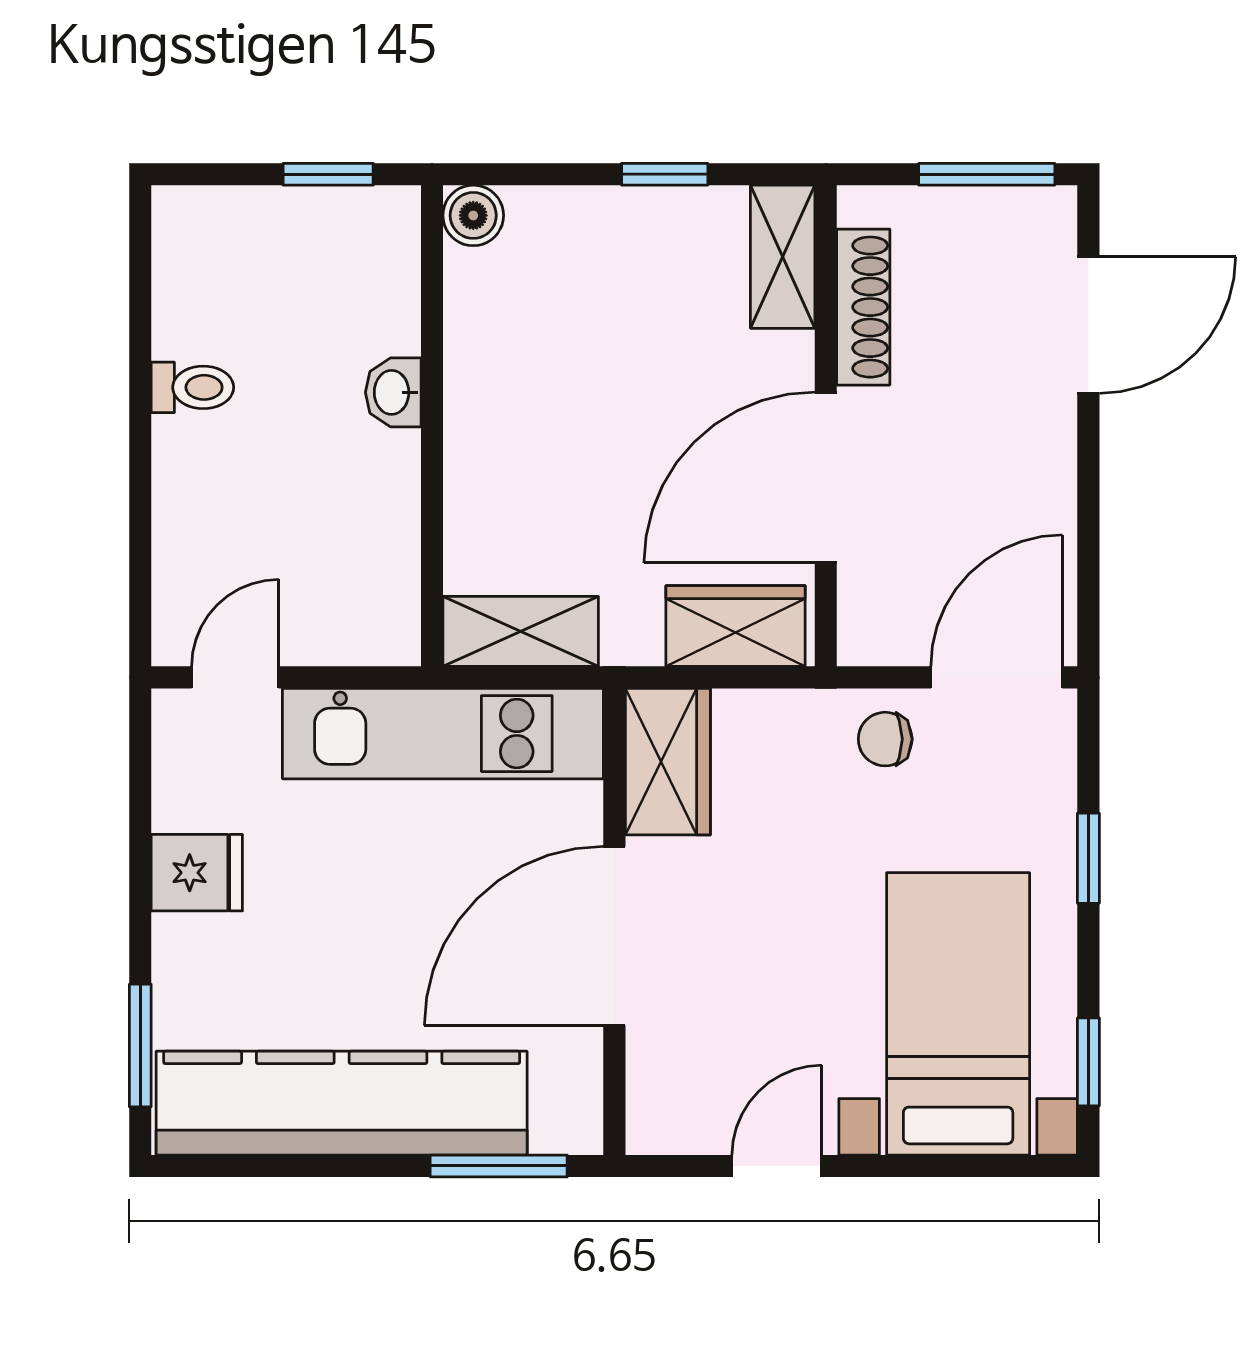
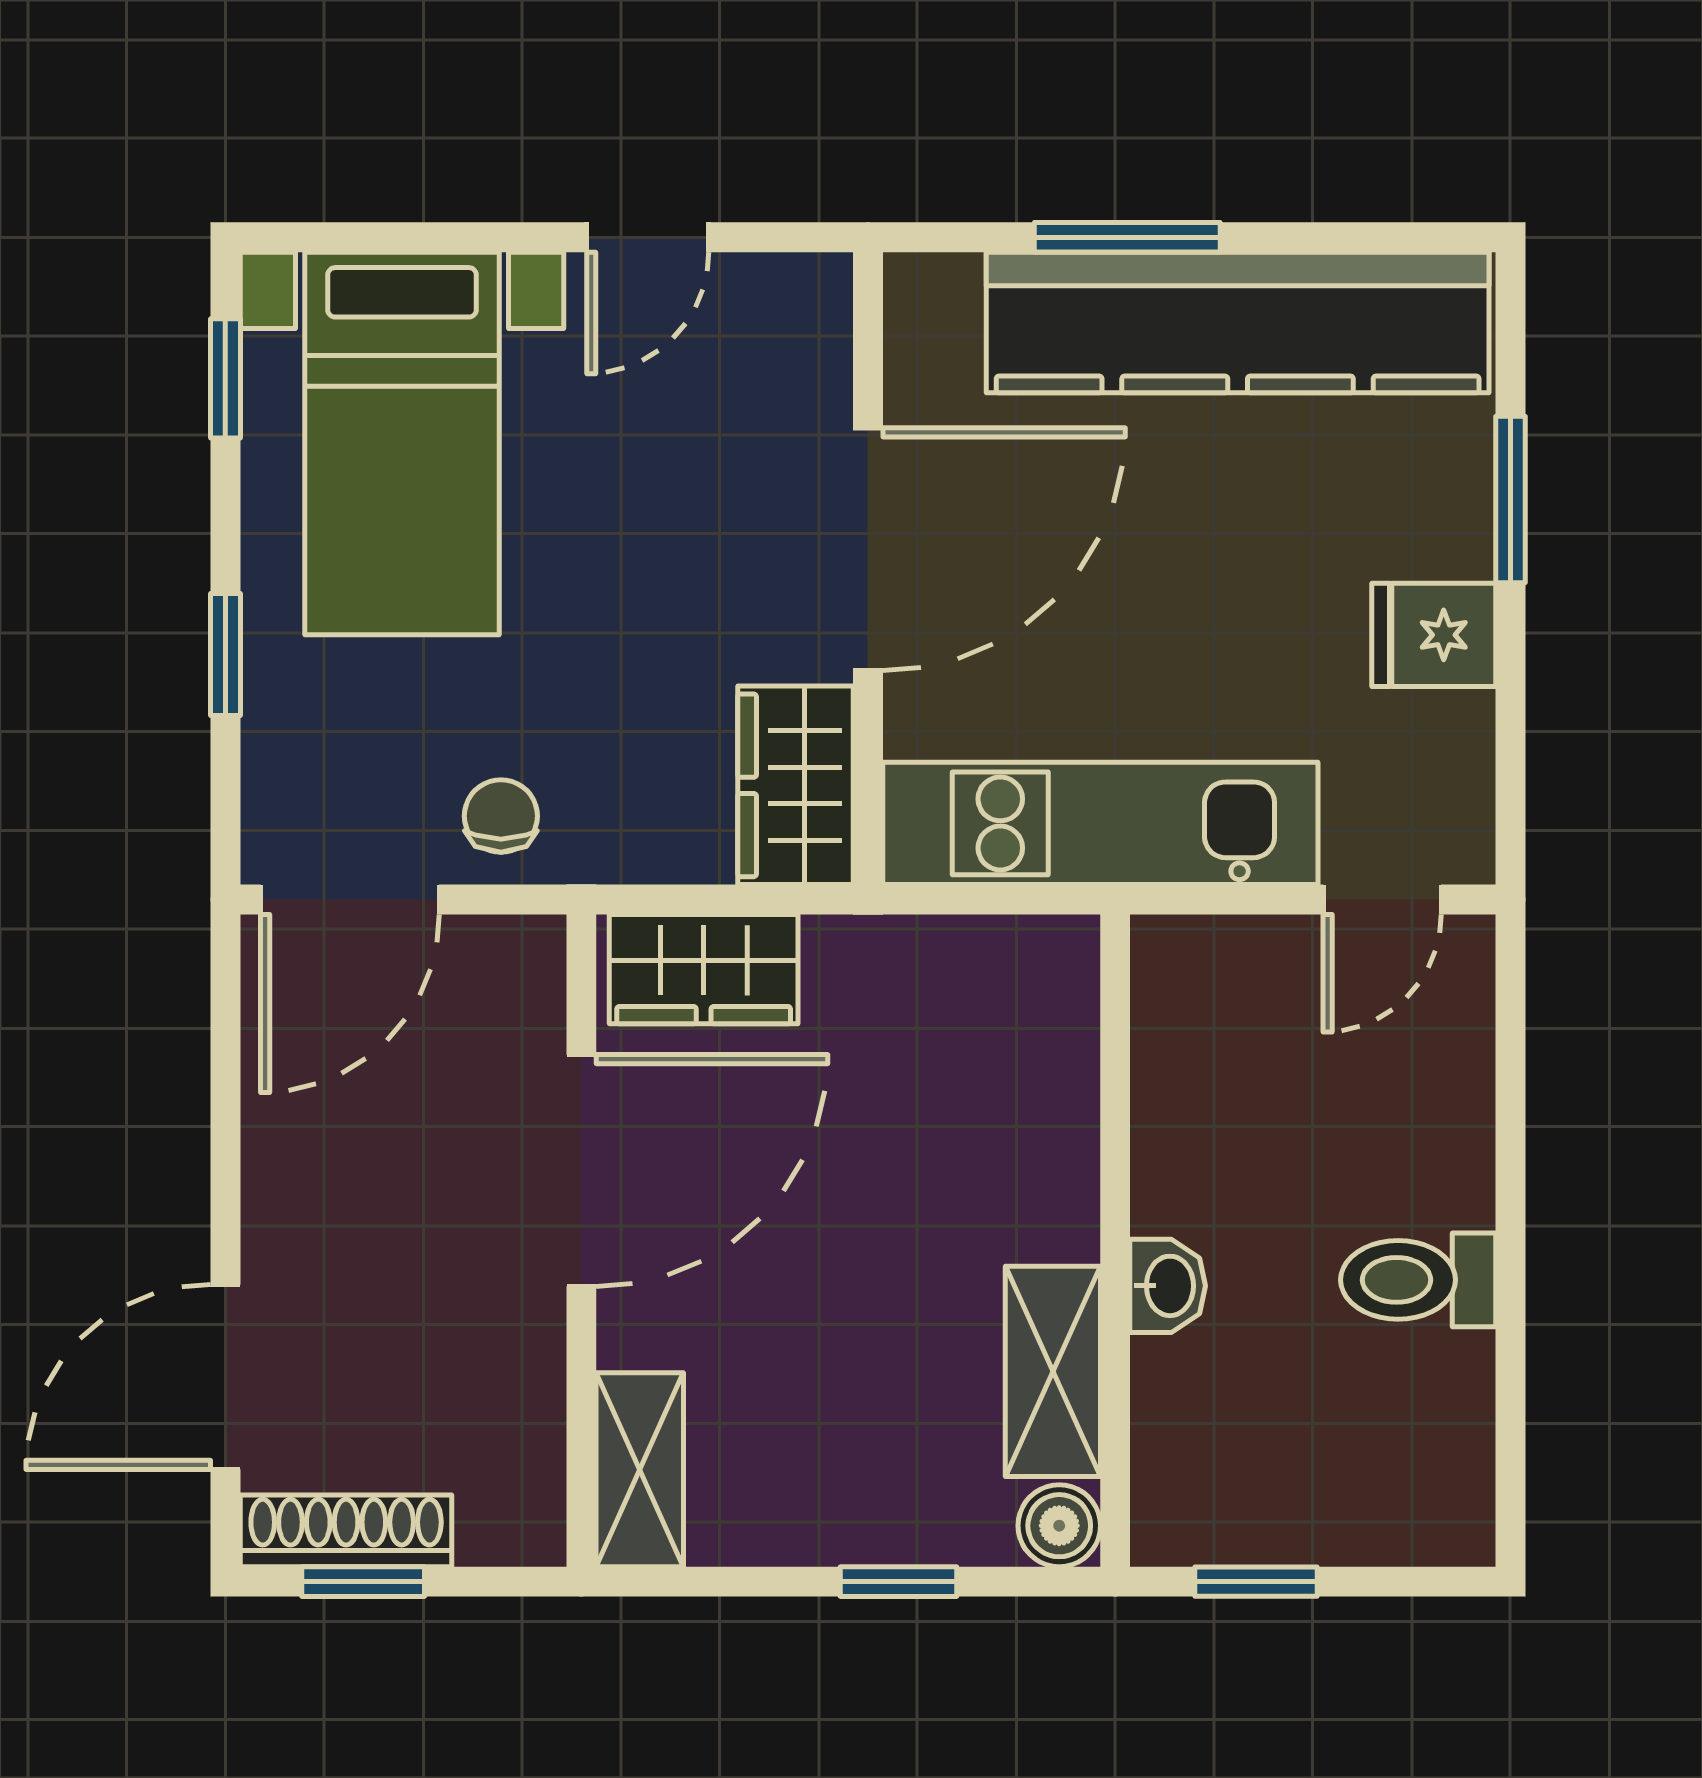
window: (665, 174) -> (899, 1582), moved
window: (987, 174) -> (363, 1582), width x0.67
shoe rack: (863, 307) -> (346, 1531), moved, turned 90
toilet: (192, 387) -> (1418, 1280), width x1.37, depth x1.39
shelving: (521, 631) -> (1053, 1371), moved, turned 90
chair: (885, 739) -> (501, 816), turned -90
window: (140, 1046) -> (1510, 500), moved
window: (499, 1166) -> (1127, 237), moved

